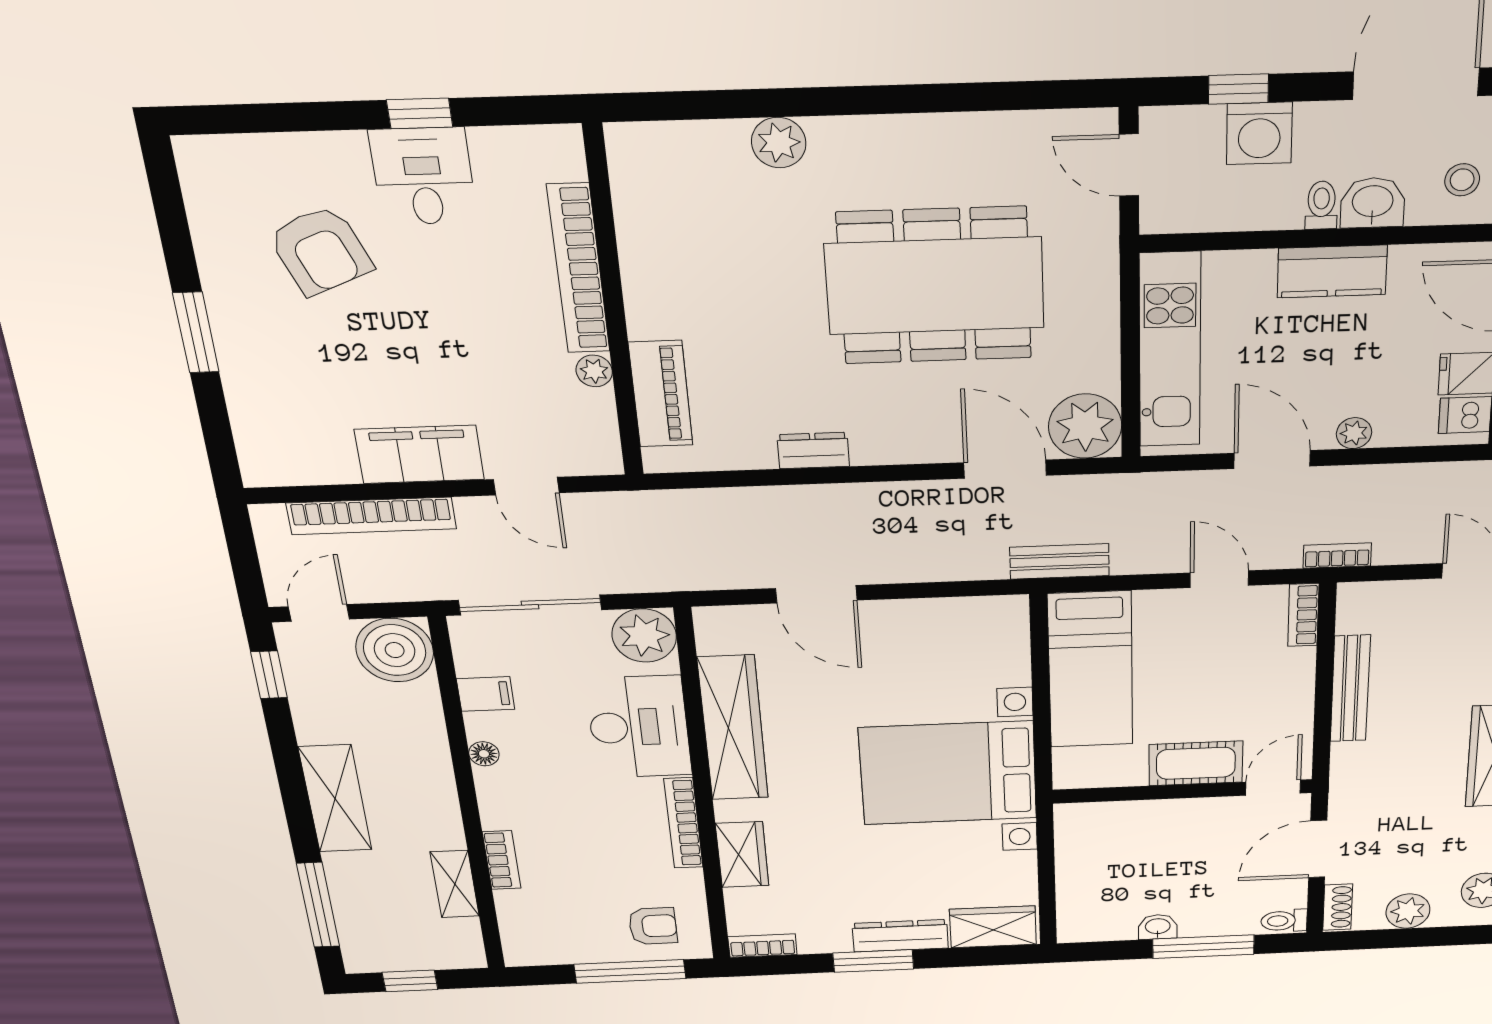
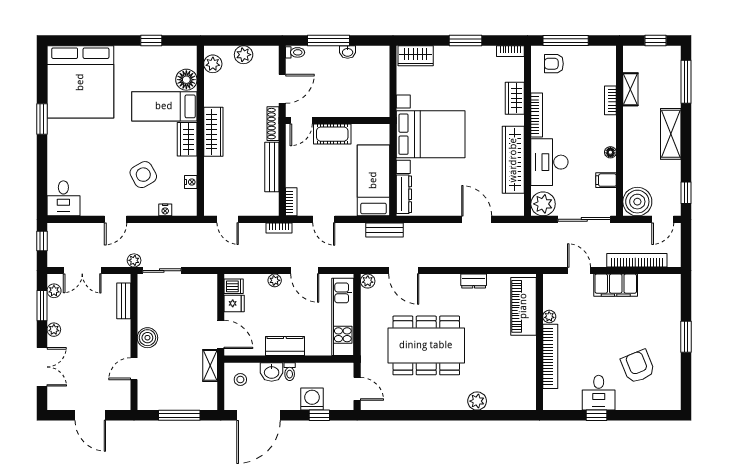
piano: (661, 394) -> (523, 306), width x1.37, depth x1.33
plant: (1085, 426) -> (368, 281), width x0.53, depth x0.53
shoe rack: (1338, 907) -> (273, 124), moved, width x1.43
dresser: (900, 936) -> (404, 194), moved, turned -90

